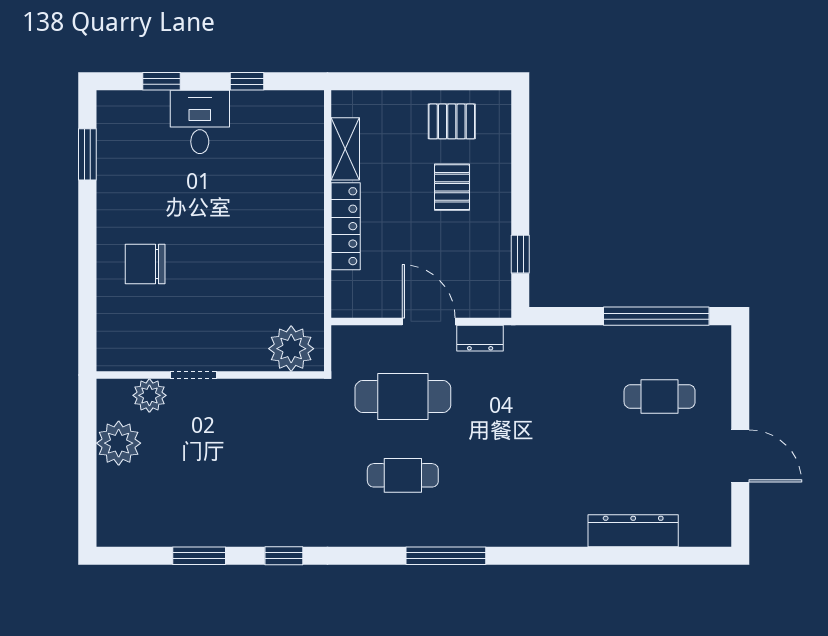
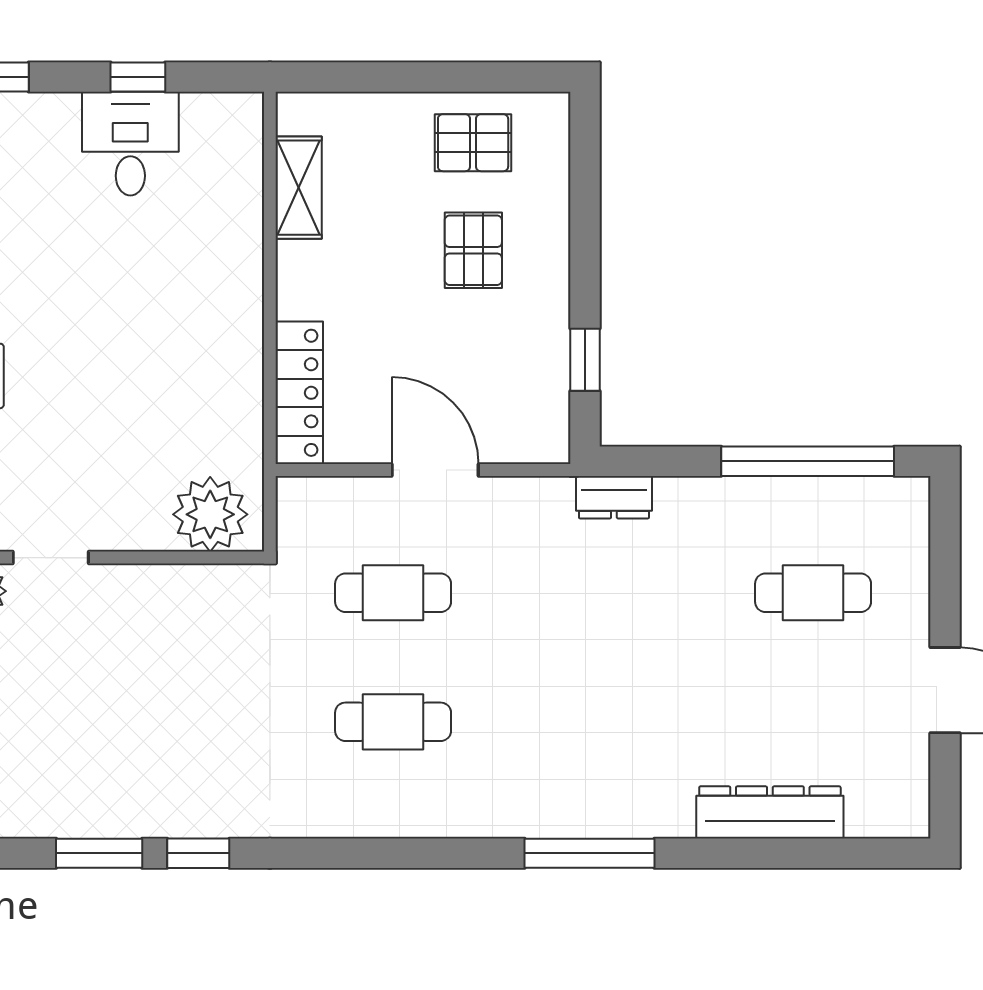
desk: (200, 122) -> (130, 144), moved
locker: (346, 226) -> (299, 393), moved
dresser: (480, 338) -> (614, 497), moved
cafe table: (403, 396) -> (393, 593), width x0.73, depth x0.74
window: (199, 556) -> (99, 853), moved
window: (446, 556) -> (589, 853), moved

